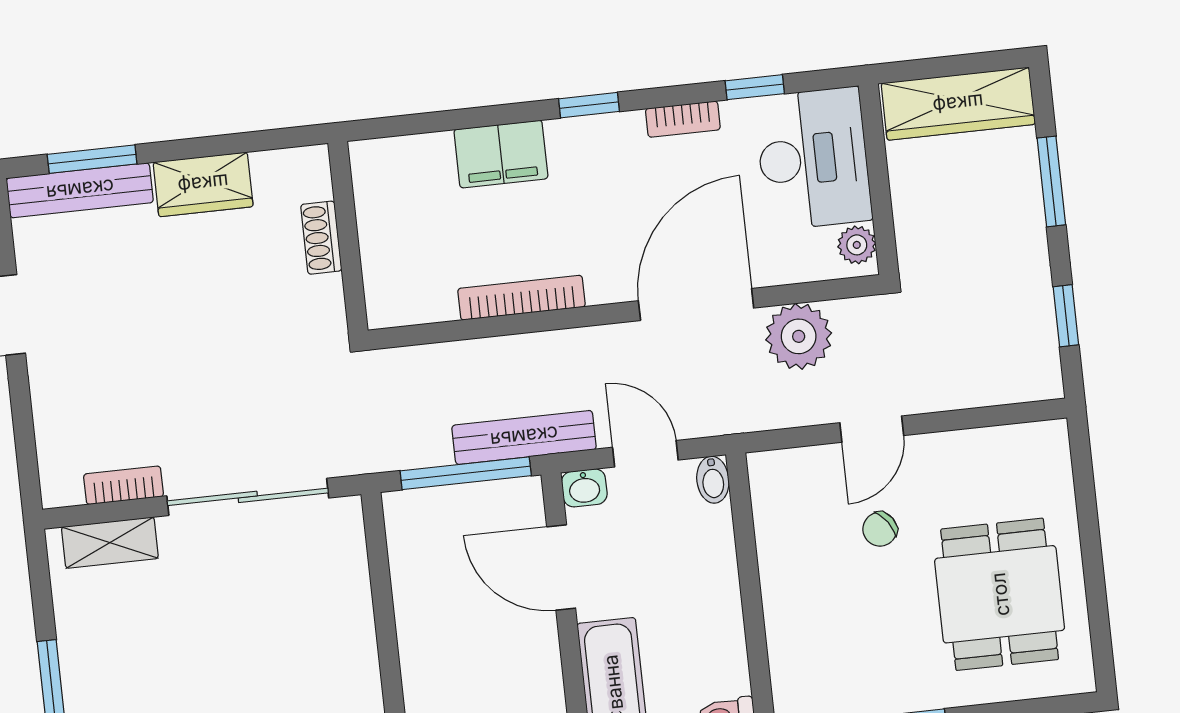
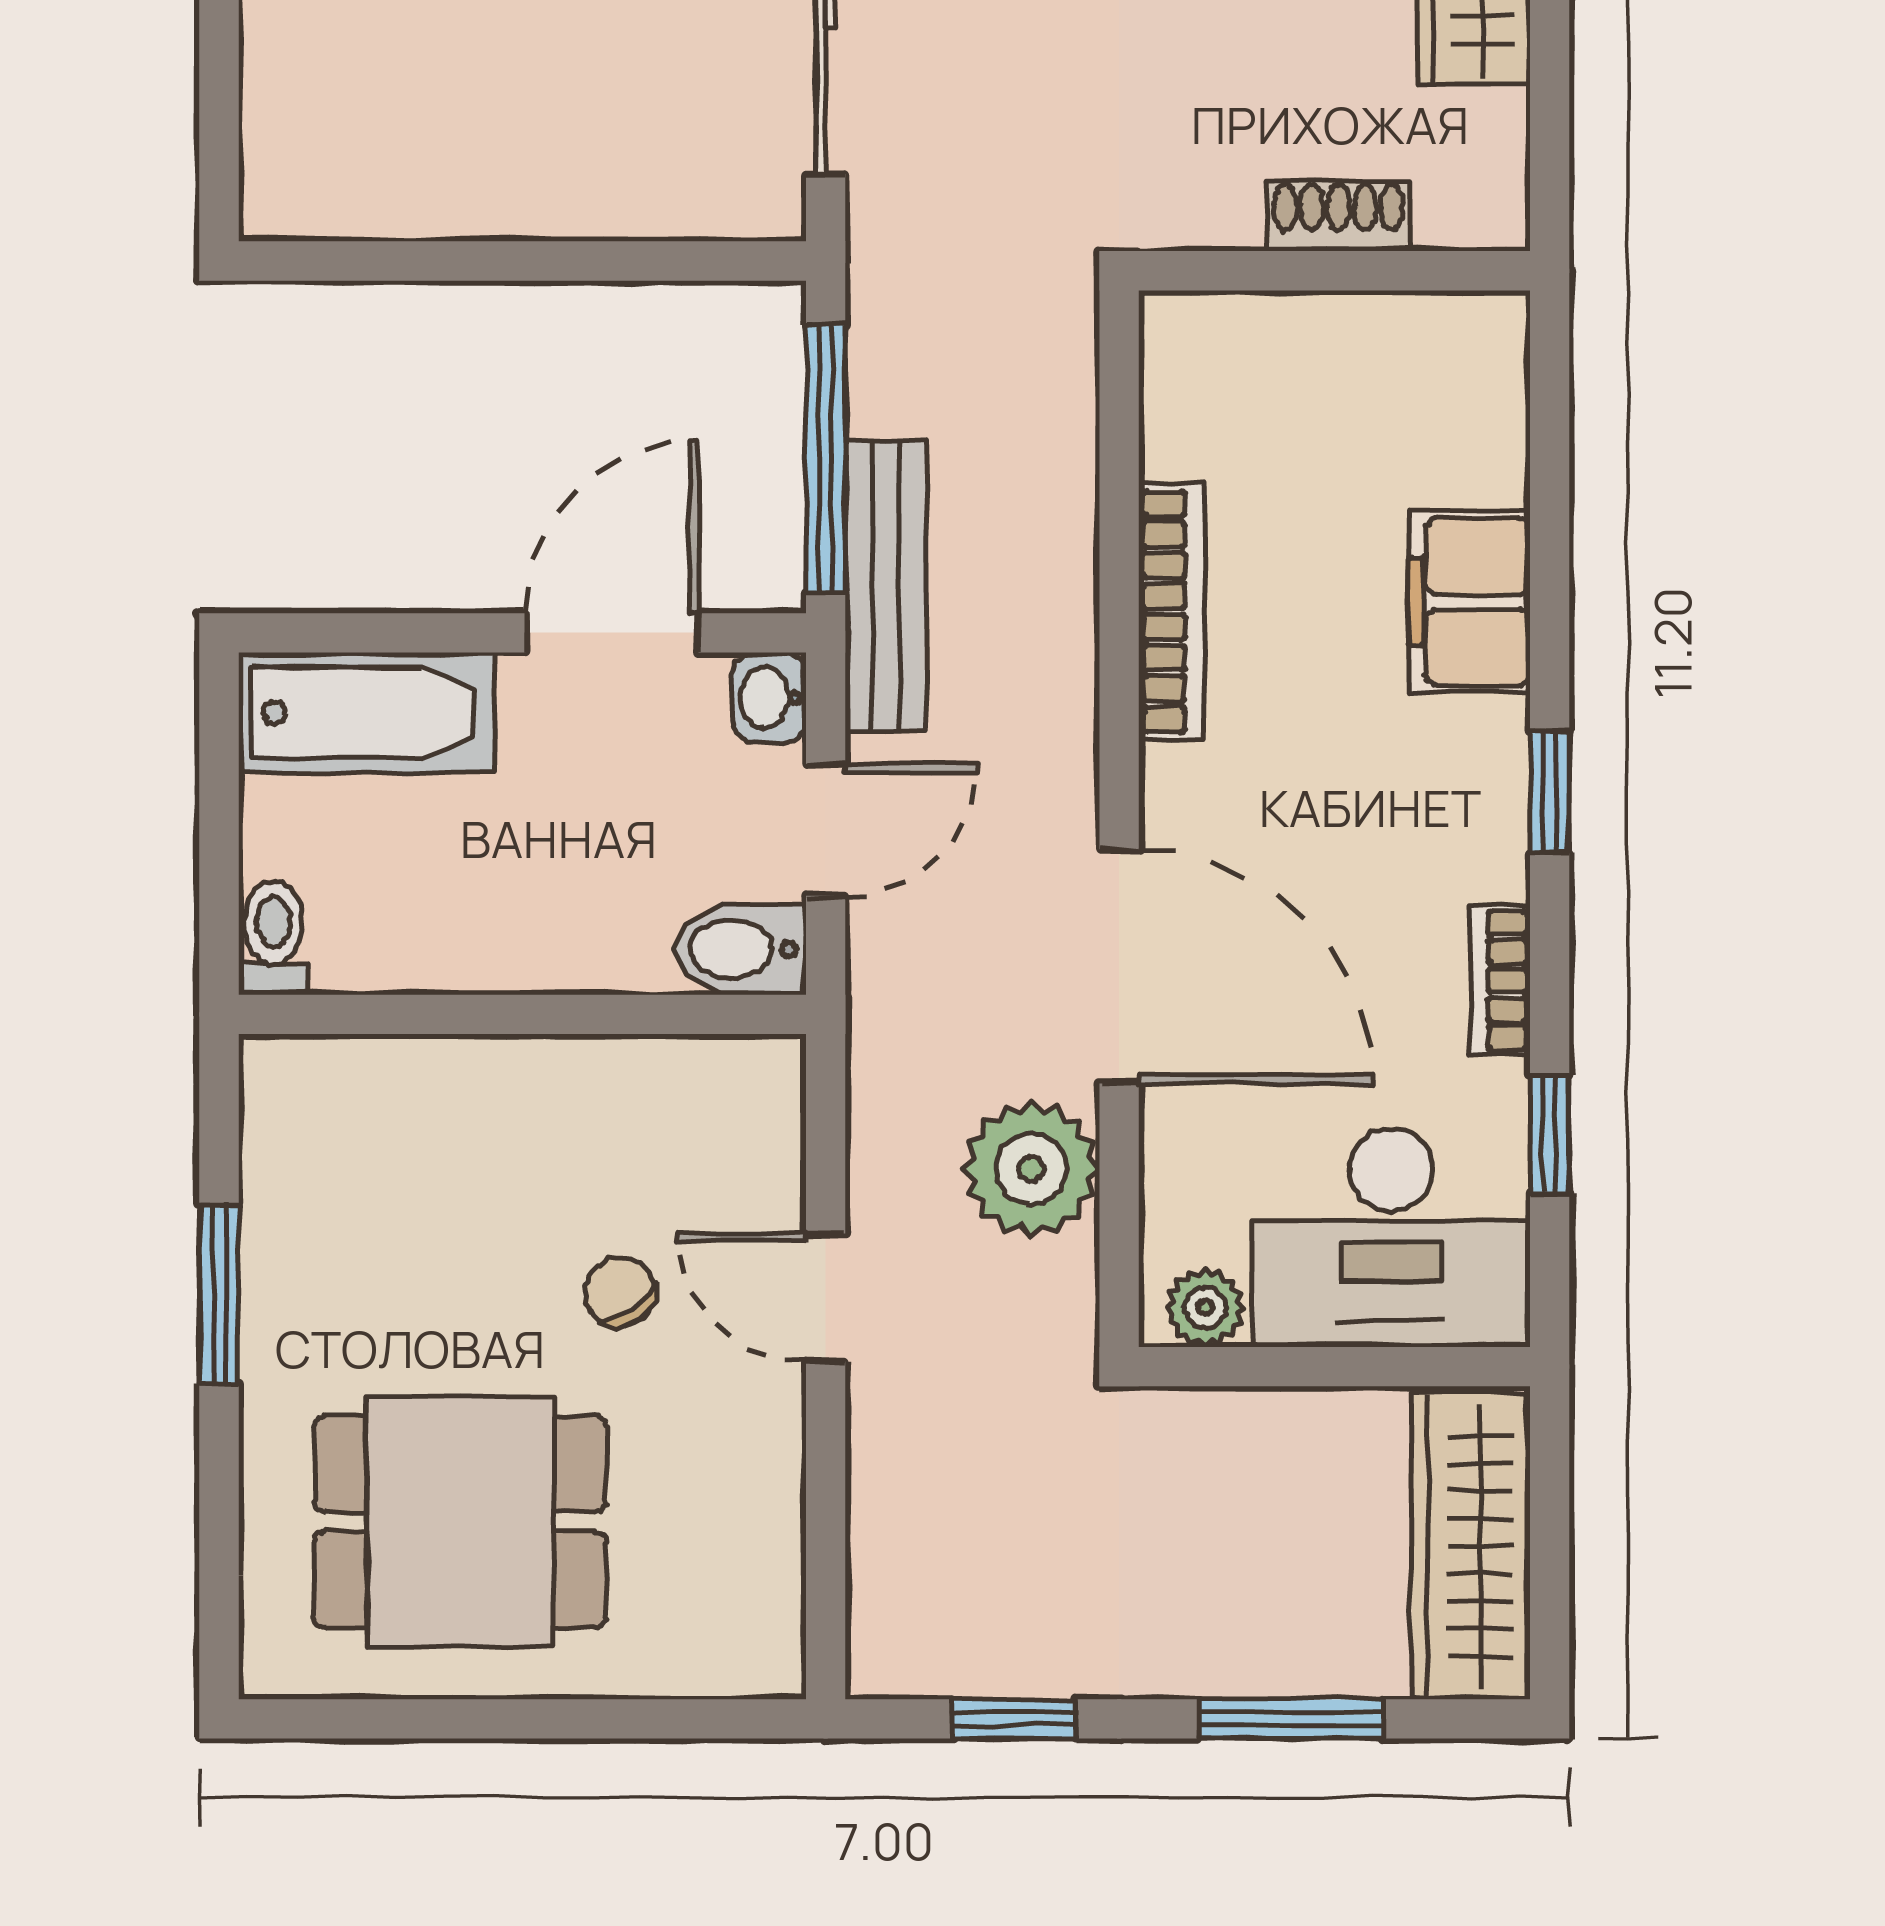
bidet: (713, 480) -> (740, 949), width x1.38, depth x1.36

